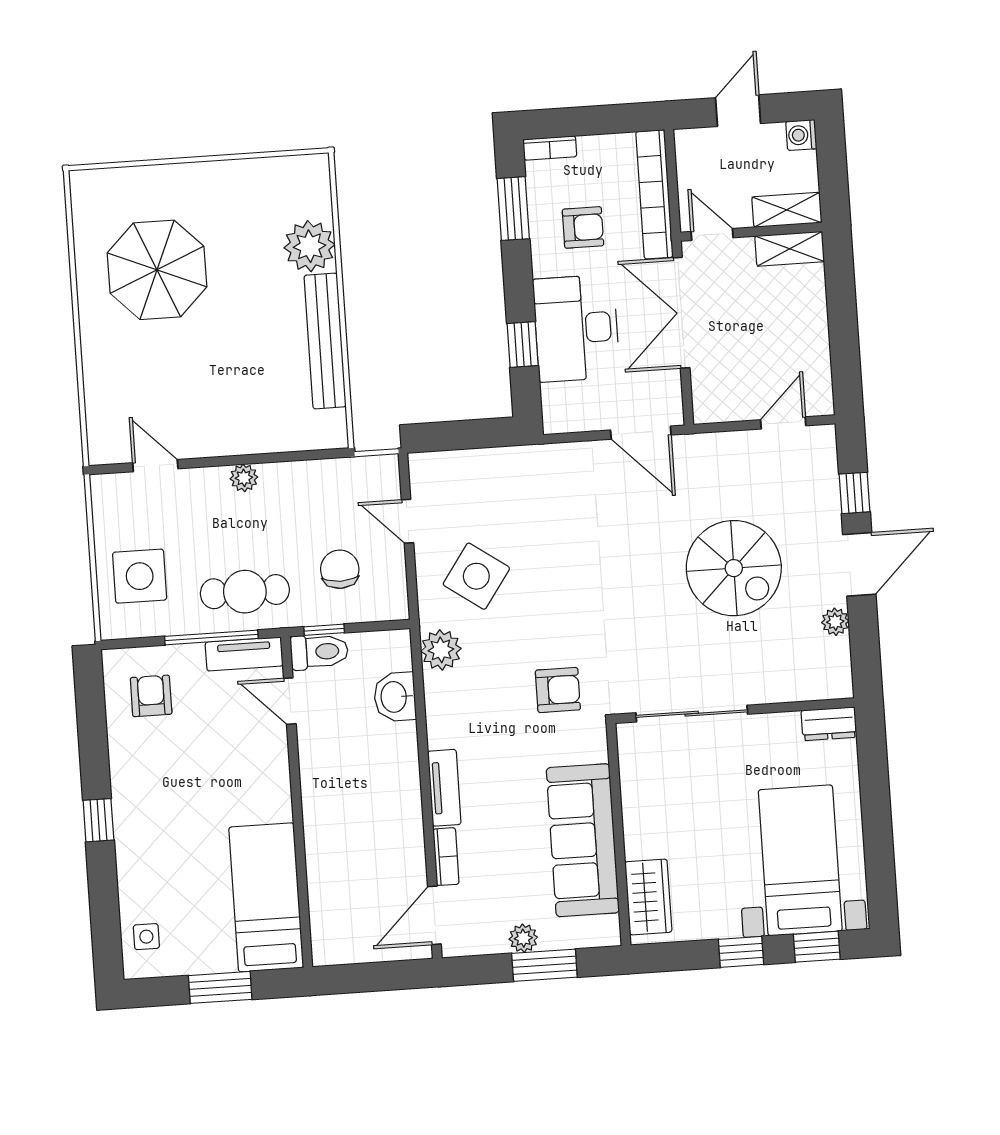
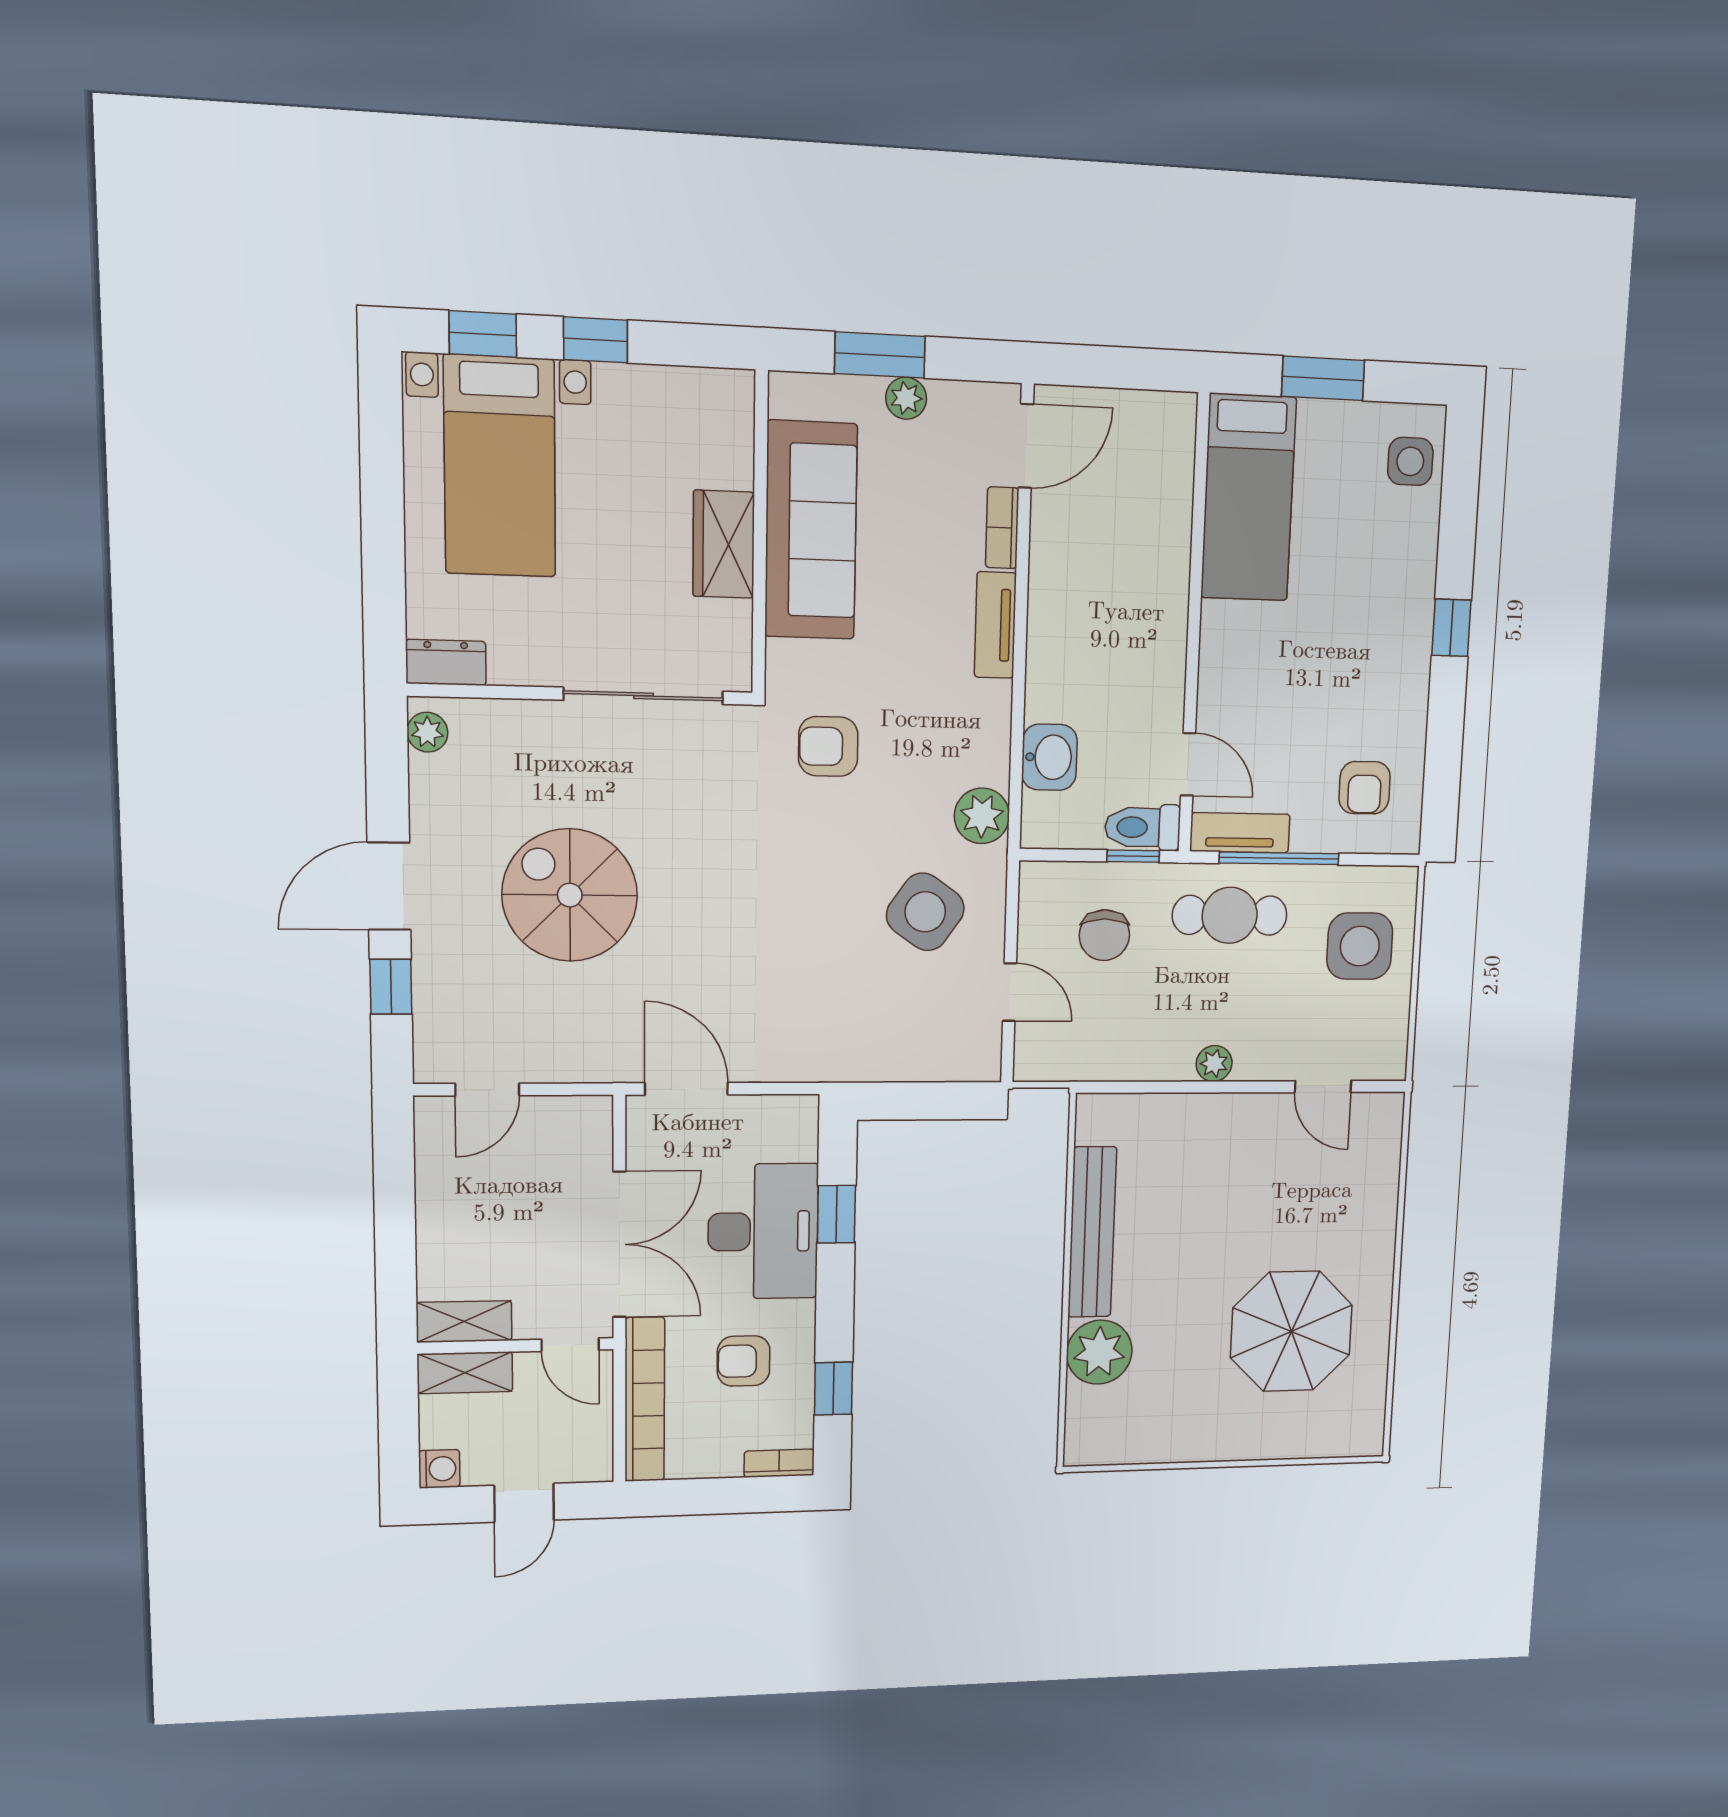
window: (513, 209) -> (833, 1389), width x0.67
plant: (835, 622) -> (427, 732), moved
wardrobe: (648, 897) -> (724, 544), moved
side table: (146, 937) -> (1410, 461), width x1.37, depth x1.37

